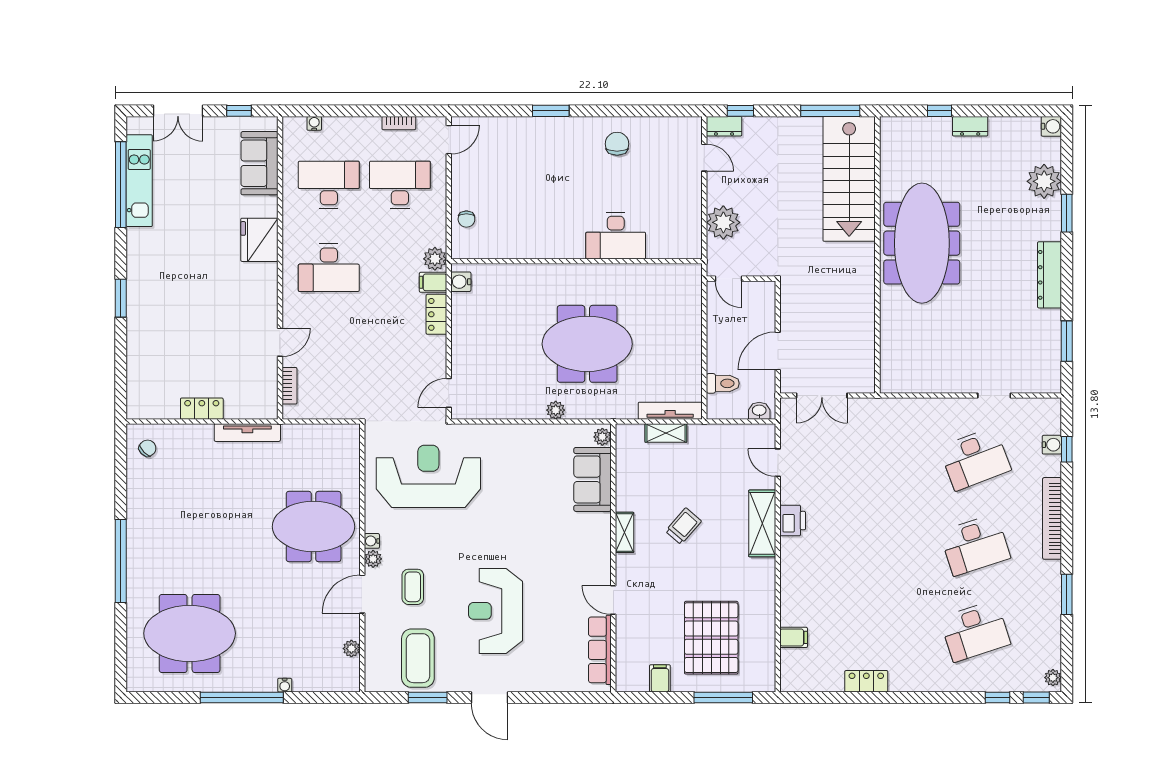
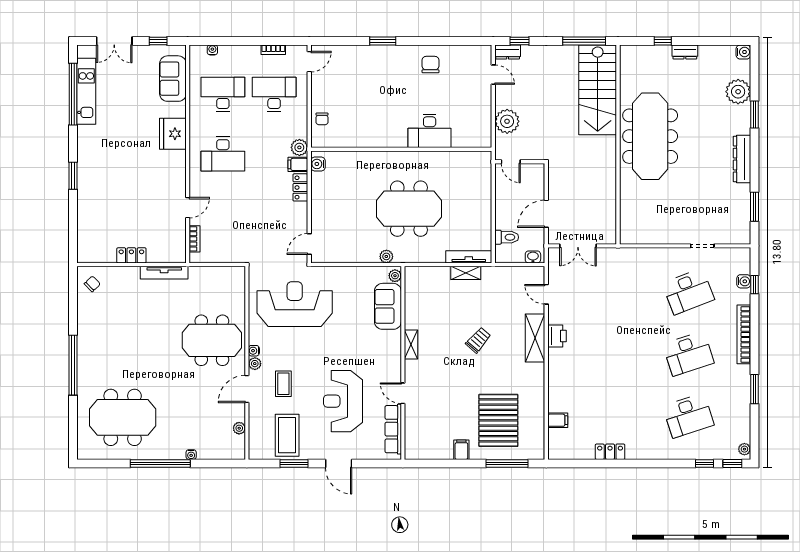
plant: (602, 437) -> (395, 276), moved
sofa: (593, 479) -> (388, 306), moved
shelving: (625, 532) -> (411, 345), moved
wall: (613, 558) -> (403, 363), moved
door: (613, 600) -> (403, 393), moved
row of seats: (600, 650) -> (393, 429), moved

